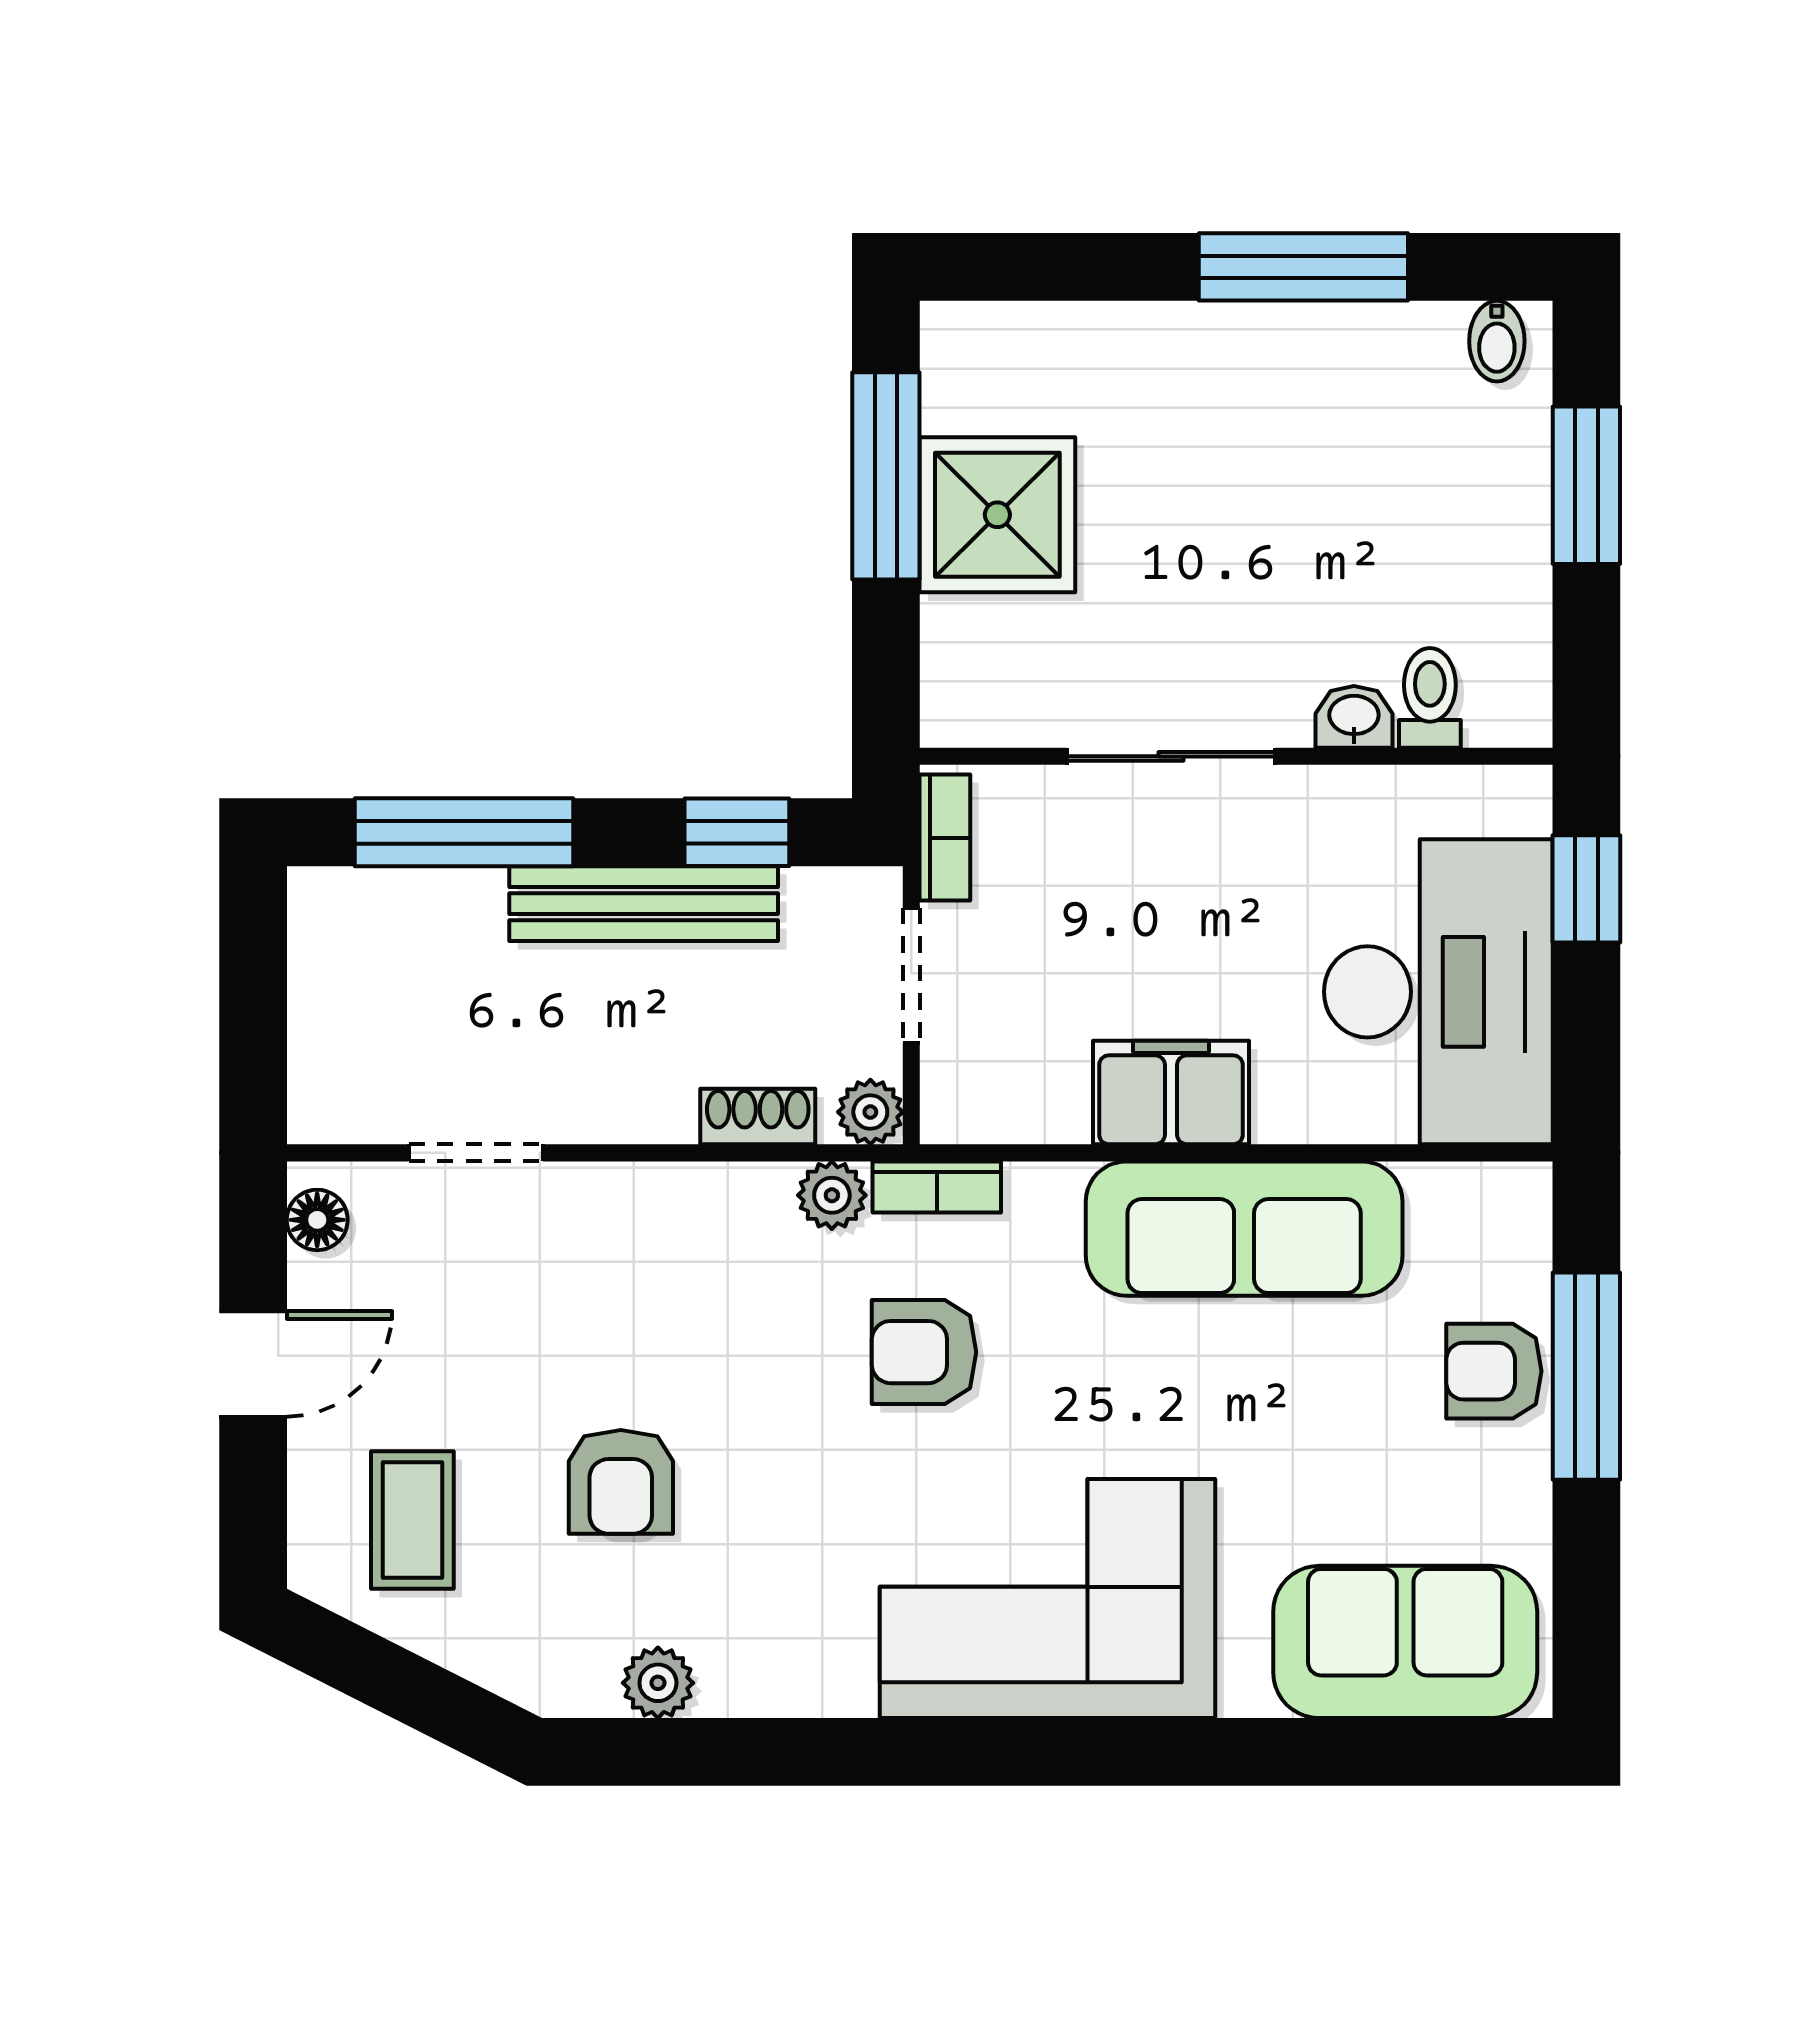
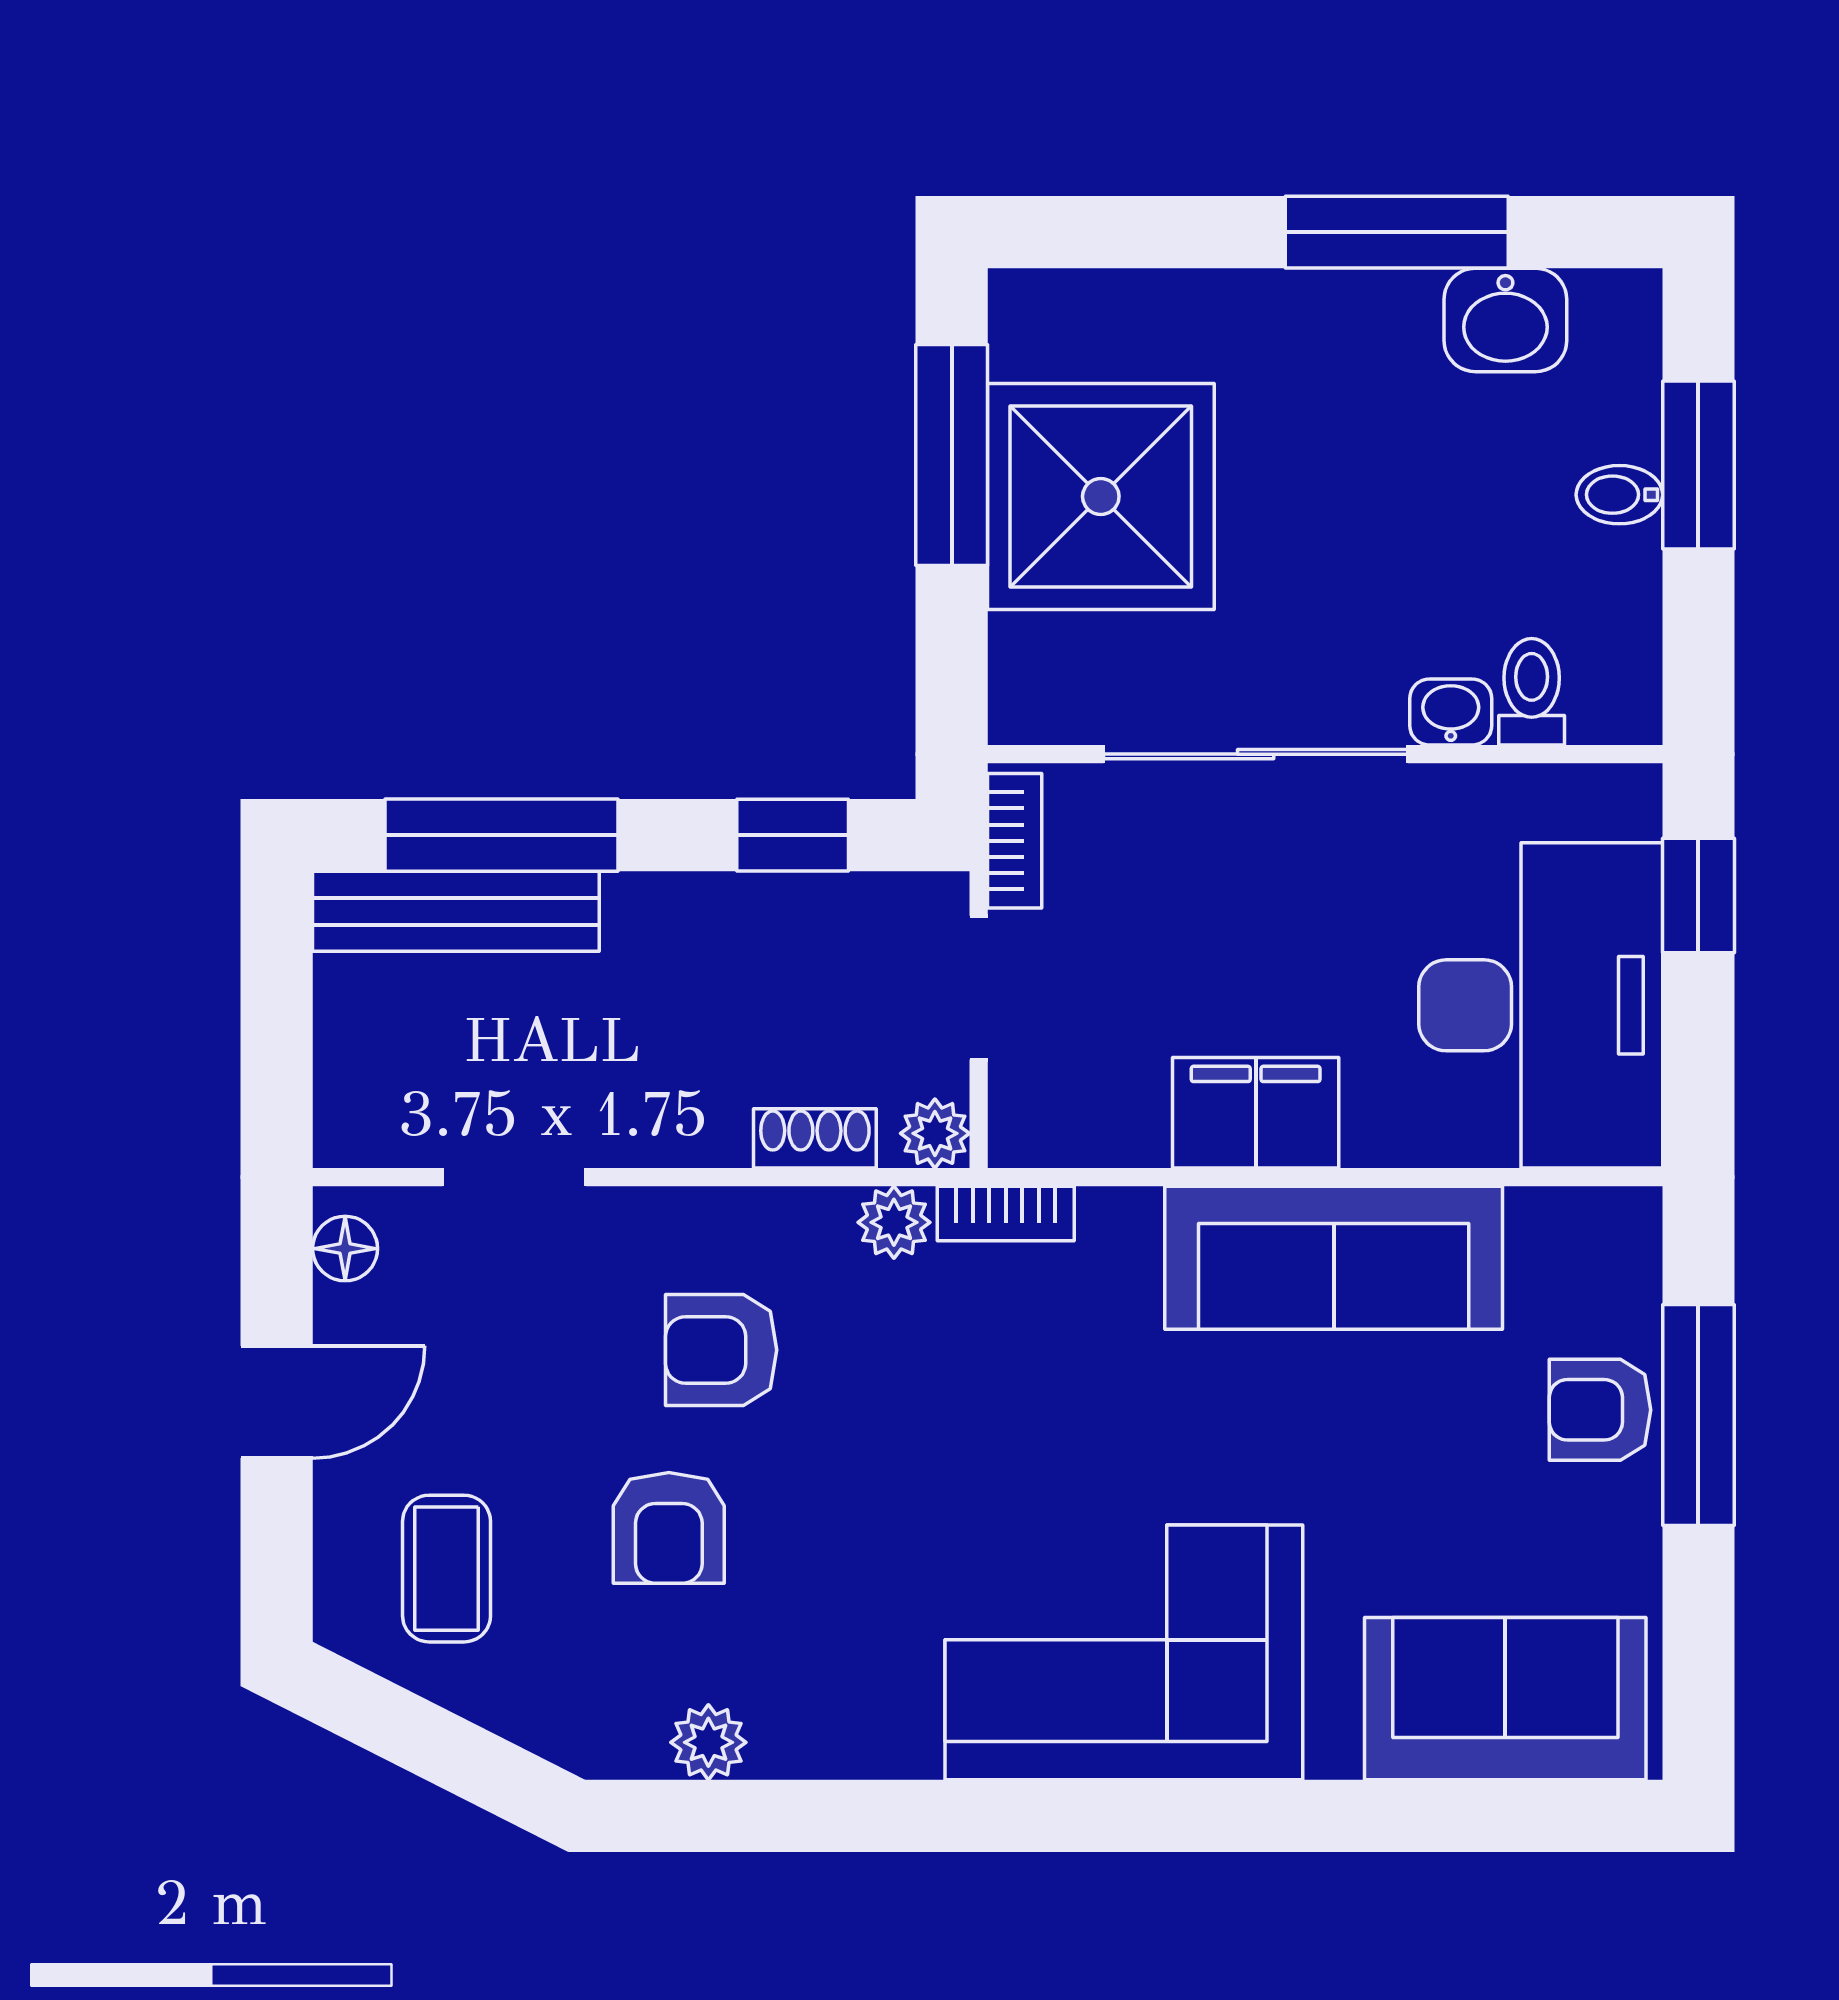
bidet: (1497, 341) -> (1619, 495), moved, turned 90
washbasin: (1405, 349) -> (1505, 320), added
shower: (997, 515) -> (1101, 496), width x1.37, depth x1.37
sliding door: (1171, 756) -> (1256, 754), width x1.37
bench: (644, 904) -> (456, 911), moved
armchair: (924, 1352) -> (721, 1350), moved

